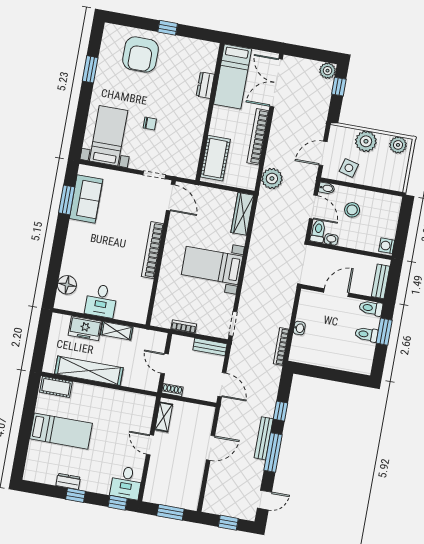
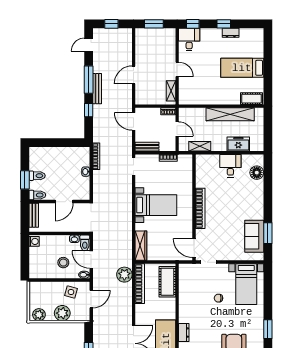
bookcase: (258, 137) -> (140, 284), moved
shelving: (117, 331) -> (200, 146), moved

